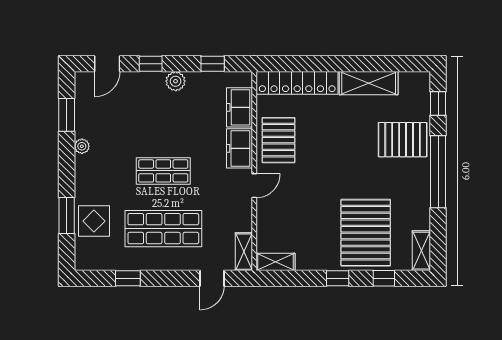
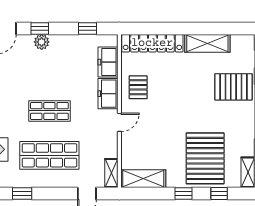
plant: (176, 81) -> (42, 42), moved
pallet: (279, 140) -> (138, 87), width x0.67, depth x0.71
shelving: (276, 262) -> (143, 179), width x1.50, depth x1.33

